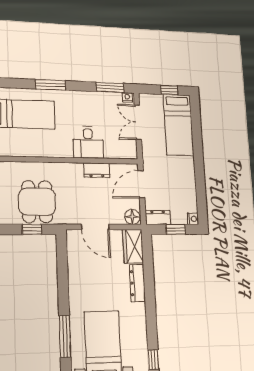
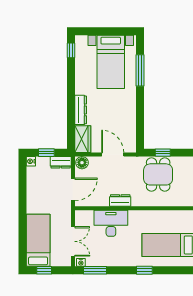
window: (51, 85) -> (144, 270), width x0.67
desk: (88, 142) -> (111, 223), width x1.37
dresser: (97, 170) -> (120, 200), moved

